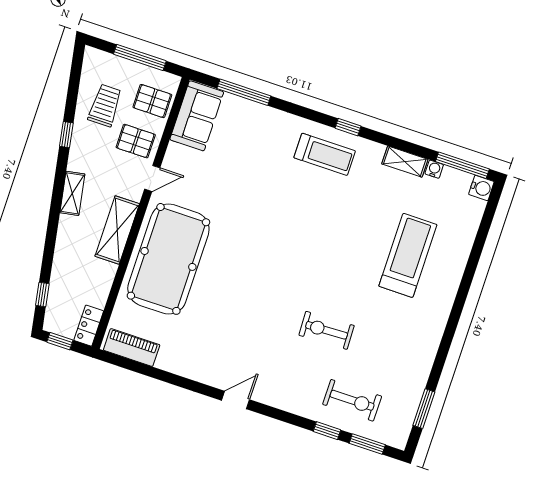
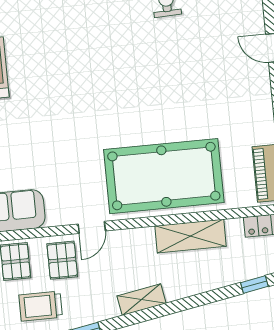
door: (152, 178) -> (92, 227), swing flipped
shelving: (117, 230) -> (190, 236), moved

